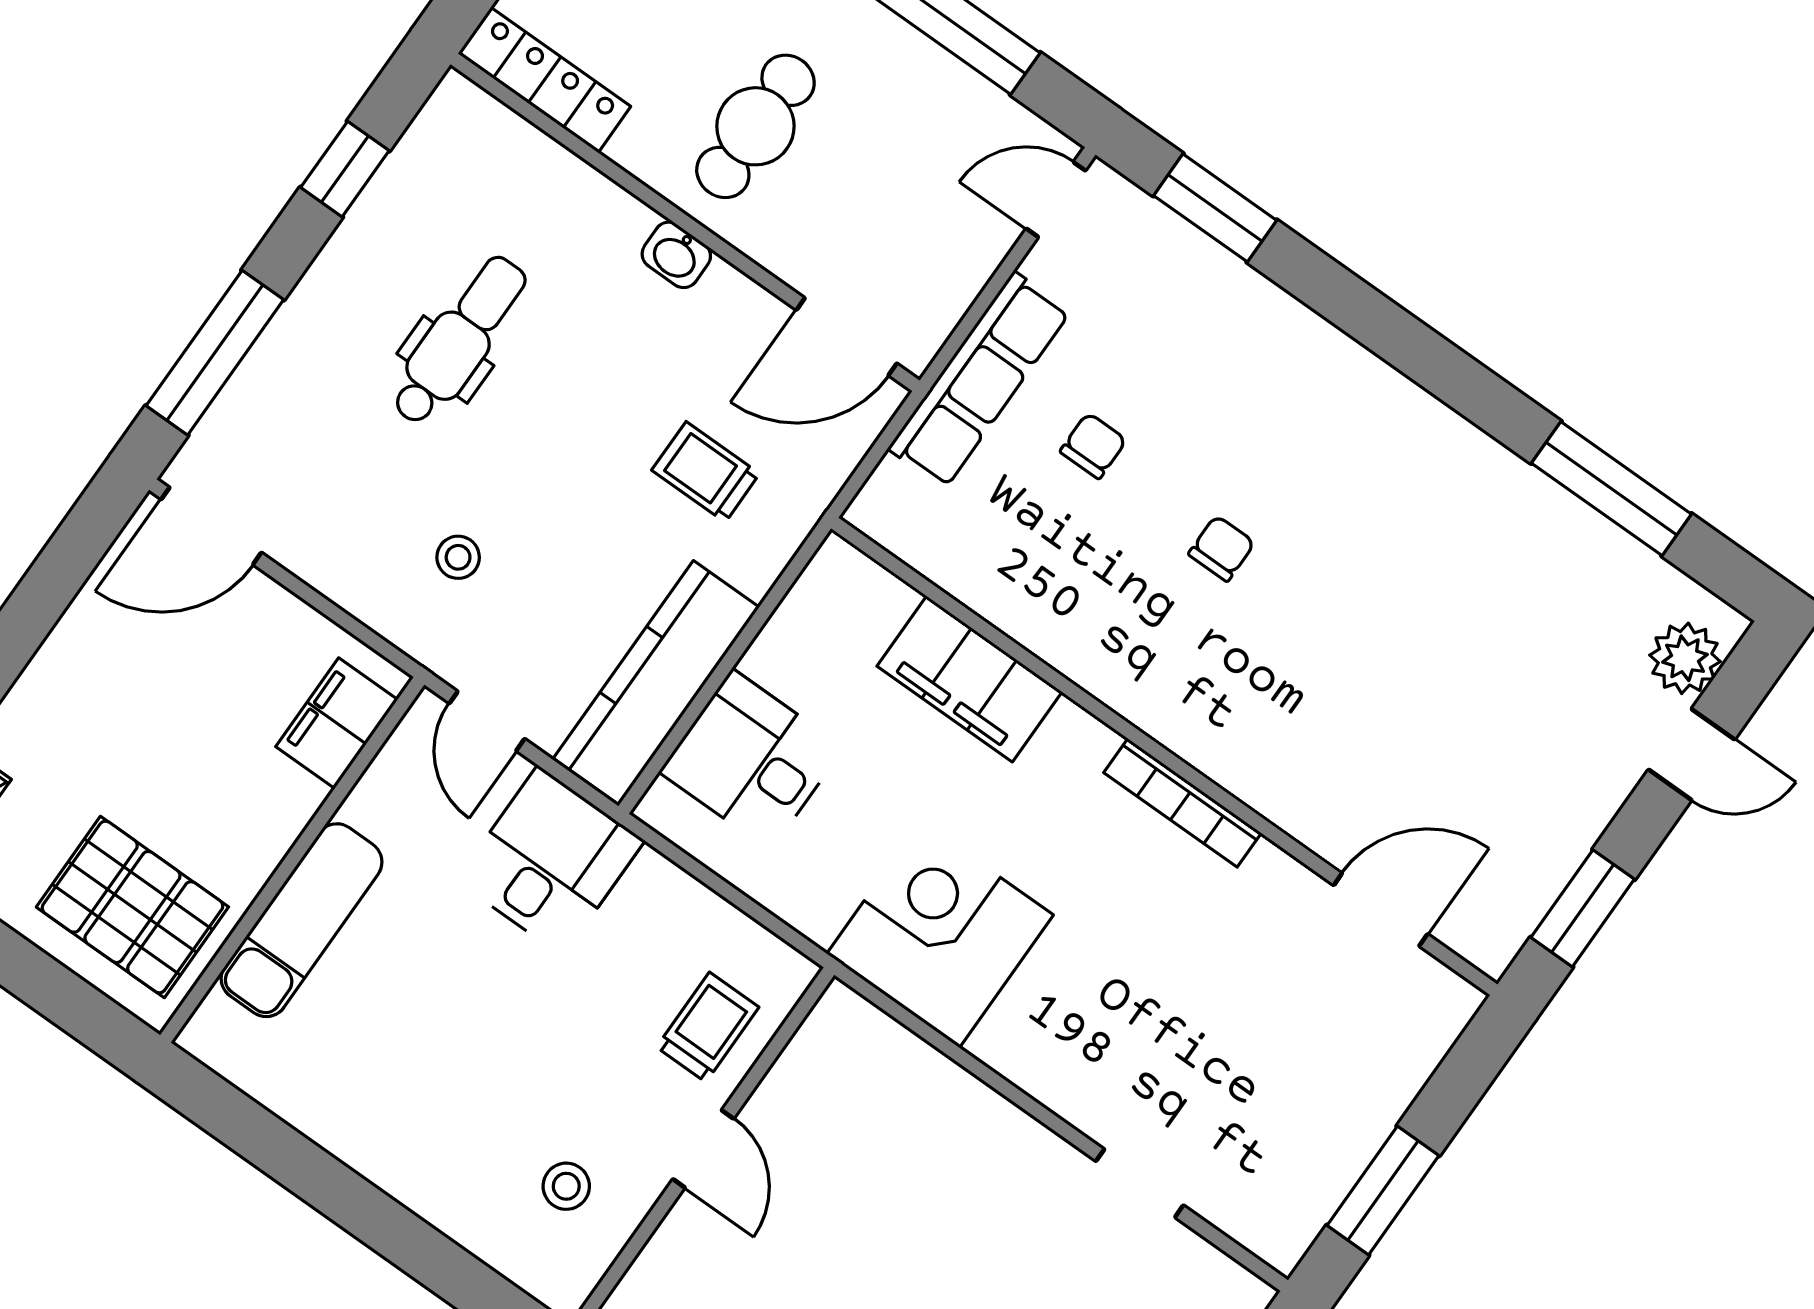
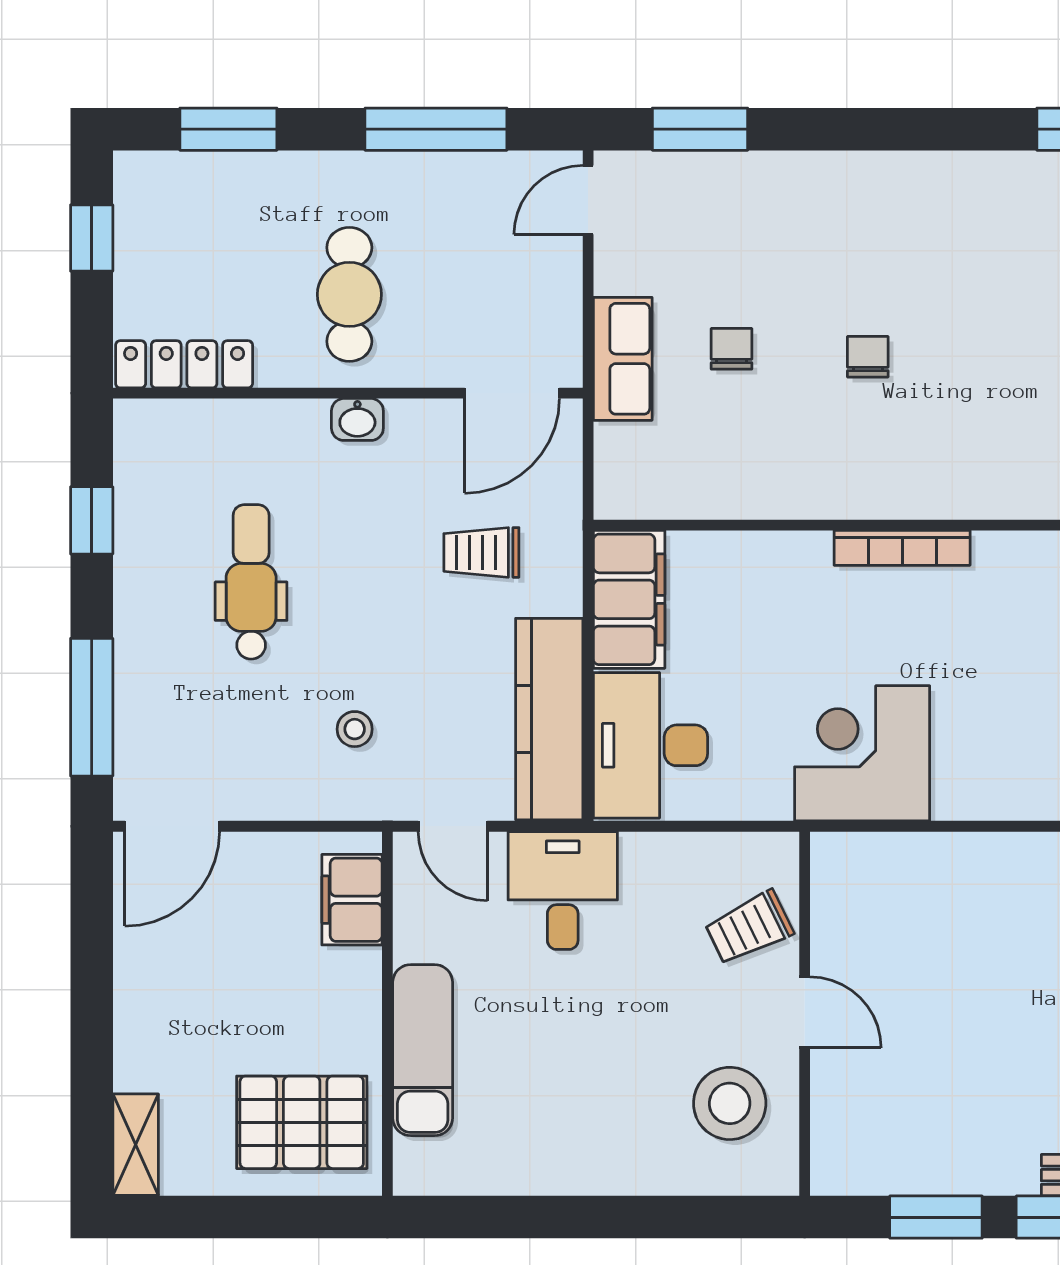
row of seats: (979, 380) -> (623, 359), width x0.68
filing cabinet: (969, 679) -> (629, 599), moved, turned -90
desk: (751, 760) -> (650, 745), width x1.37
bookcase: (1183, 803) -> (902, 548), moved
trolley: (708, 1027) -> (749, 928), turned -116
stool: (566, 1186) -> (730, 1103), width x1.89, depth x1.89

